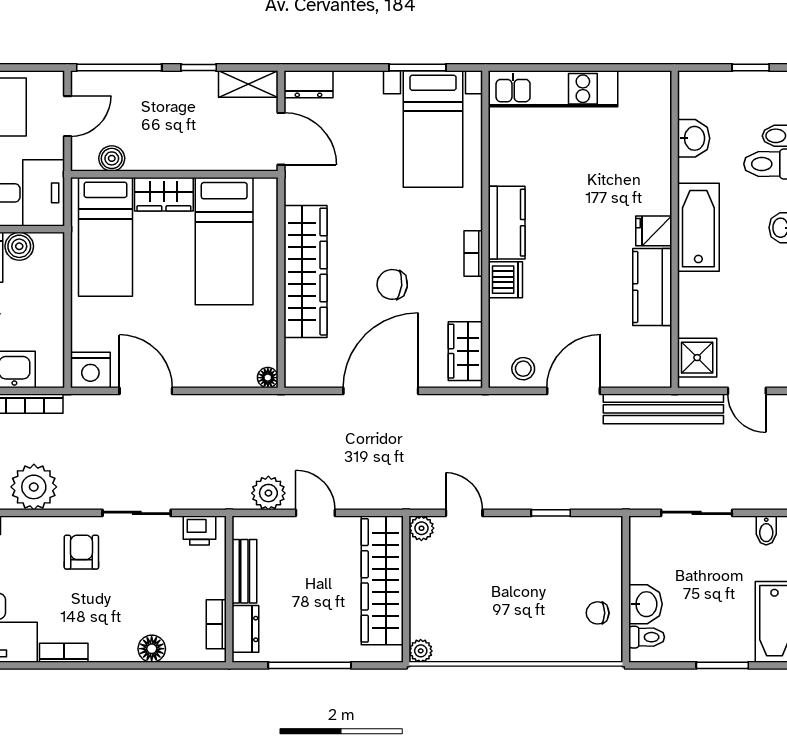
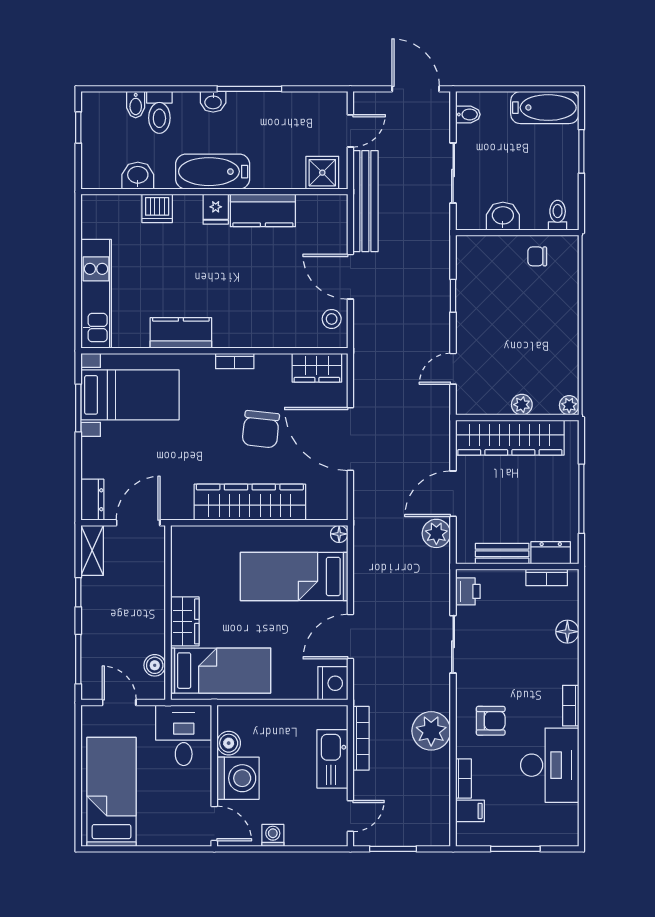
window: (119, 67) -> (78, 659), width x0.69
kitchen counter: (507, 223) -> (181, 333), moved
bed: (224, 241) -> (294, 576), moved, turned 180
dishwasher: (505, 280) -> (157, 208), moved, turned 180
chair: (392, 284) -> (261, 429), width x1.37, depth x1.37
door: (315, 513) -> (453, 494), width x1.38
plant: (421, 528) -> (522, 405), moved
armchair: (81, 552) -> (491, 721), moved, turned 180
washbasin: (645, 604) -> (503, 216), moved
chair: (598, 613) -> (537, 256), turned 90

